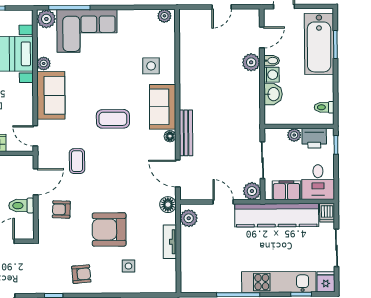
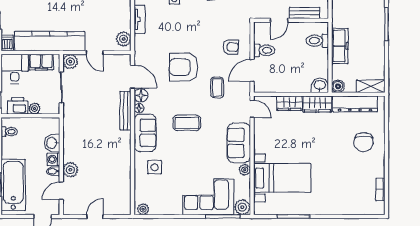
floor lamp: (168, 205) -> (141, 95), moved
armchair: (109, 229) -> (184, 67), moved, turned 180

